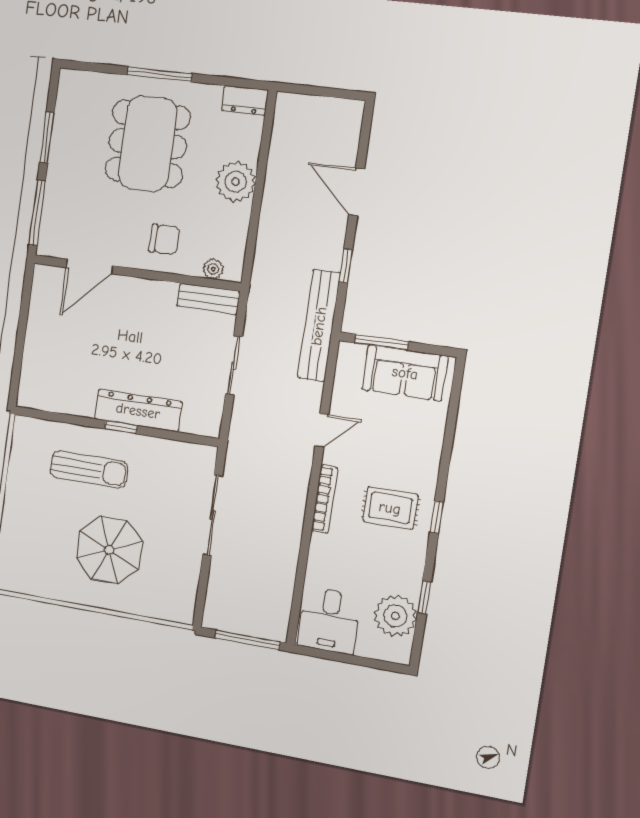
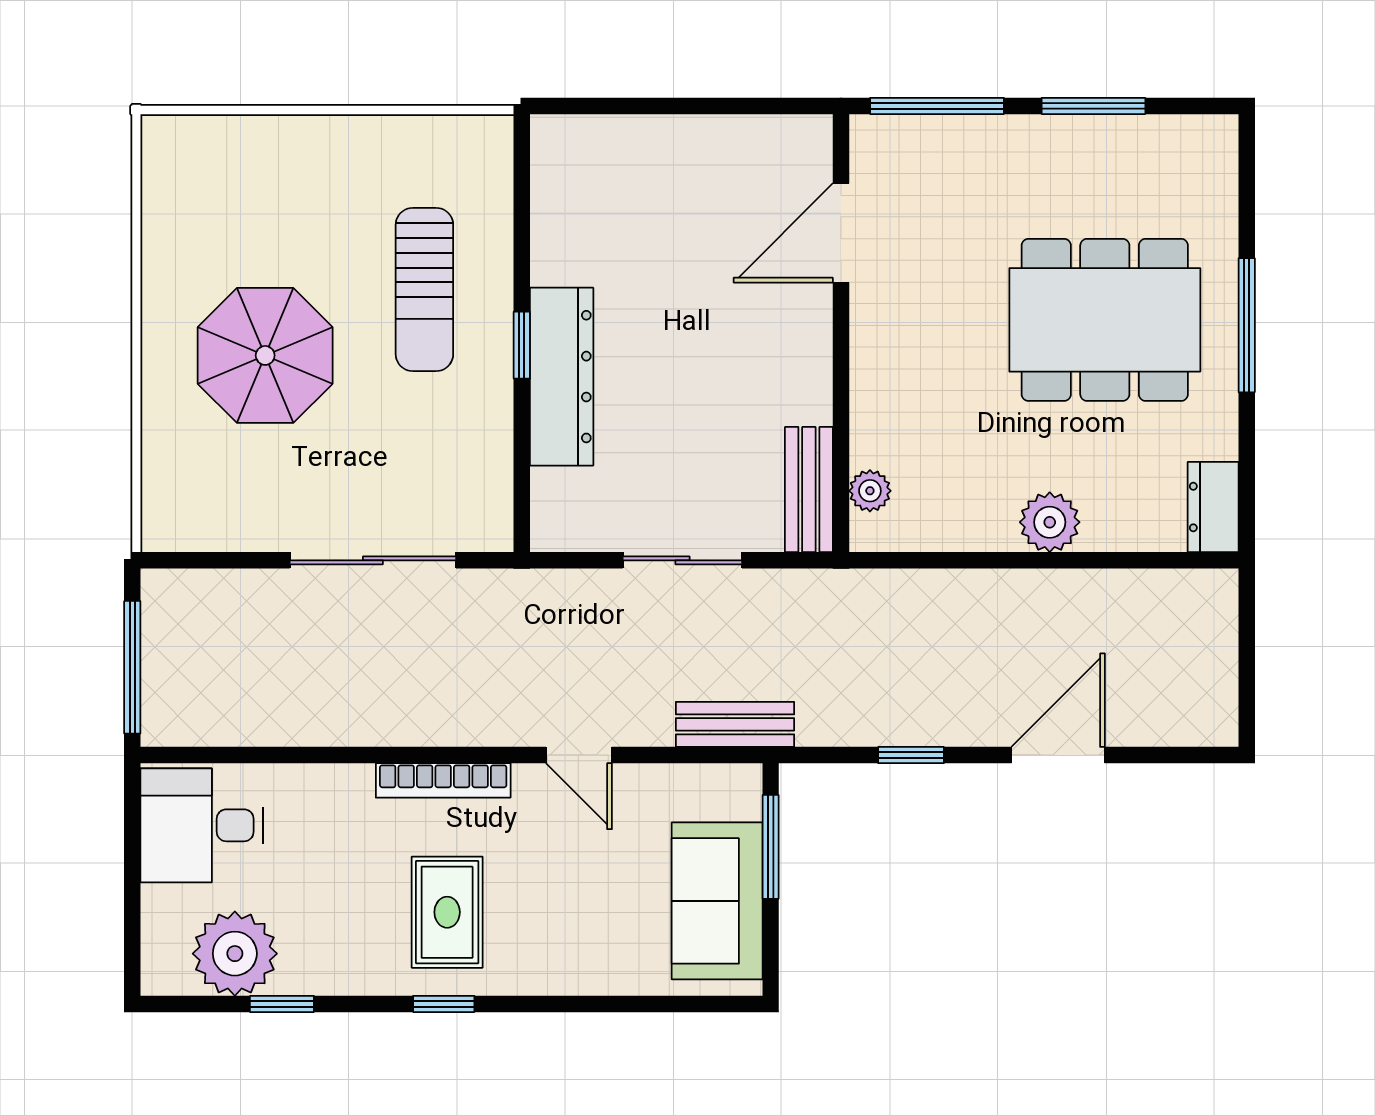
plant: (236, 182) -> (1050, 522), width x0.73, depth x0.73
chair: (164, 239) -> (916, 382), removed
door: (89, 267) -> (841, 233), hinge flipped
bench: (319, 326) -> (735, 724), width x0.54, depth x0.82

